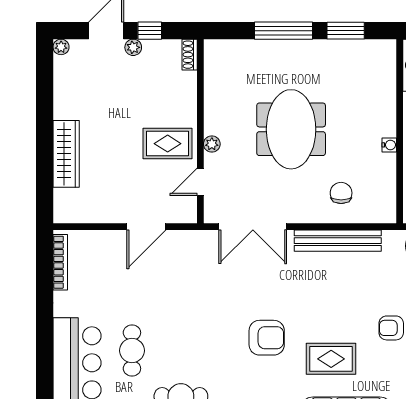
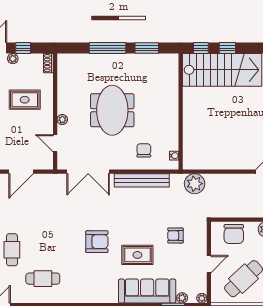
rug: (168, 144) -> (25, 100), moved
water cooler: (389, 145) -> (174, 156), moved
door: (200, 182) -> (55, 143), hinge flipped

